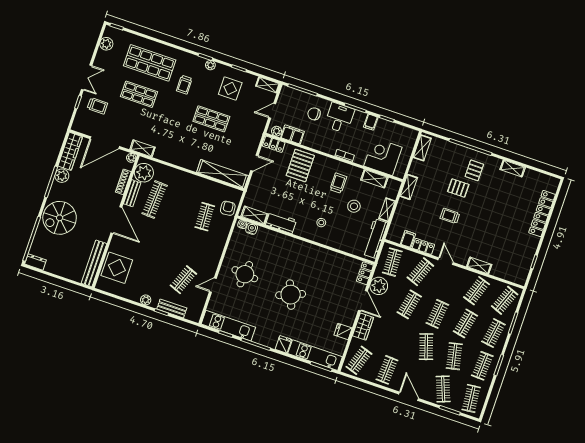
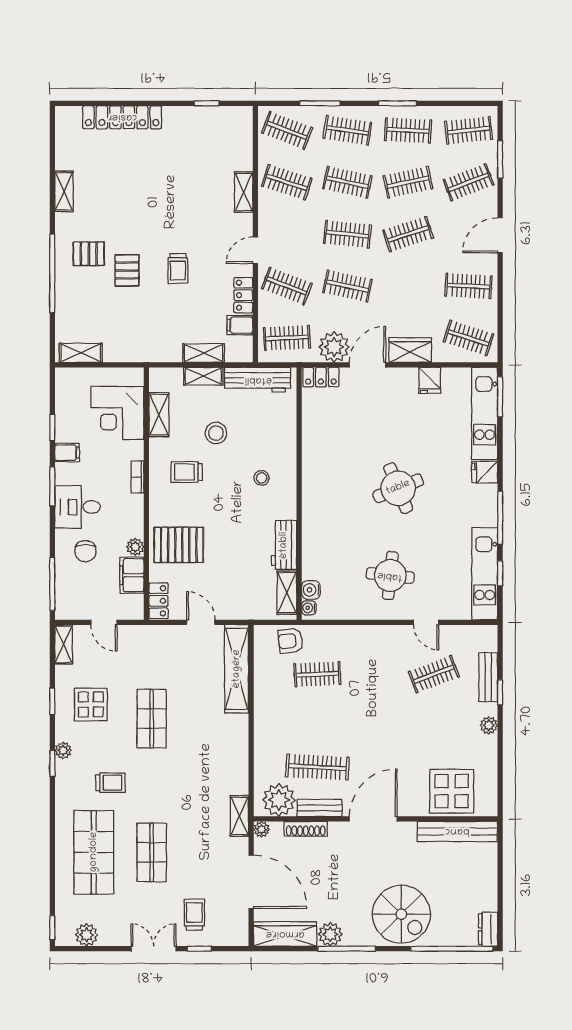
plant: (277, 131) -> (135, 547), moved
shelving: (409, 187) -> (204, 353), moved
clothes rail: (183, 280) -> (434, 674), turned -42

